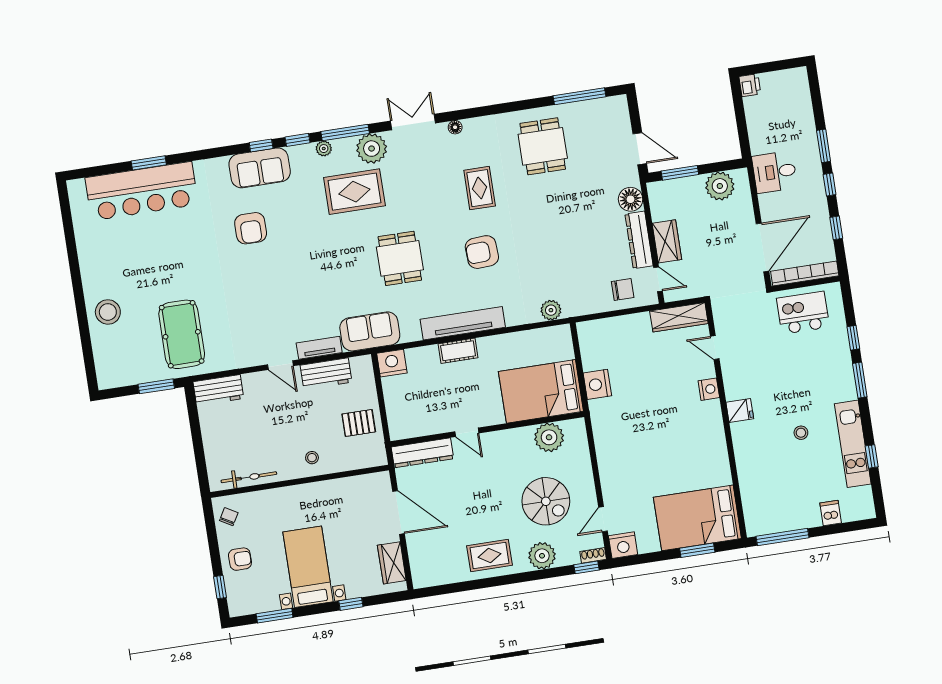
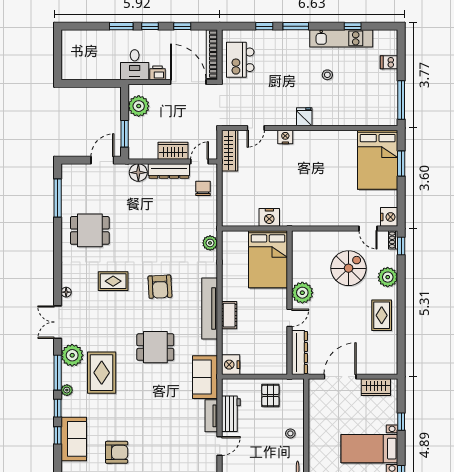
printer: (750, 85) -> (157, 73), moved
plant: (549, 437) -> (302, 293), moved

